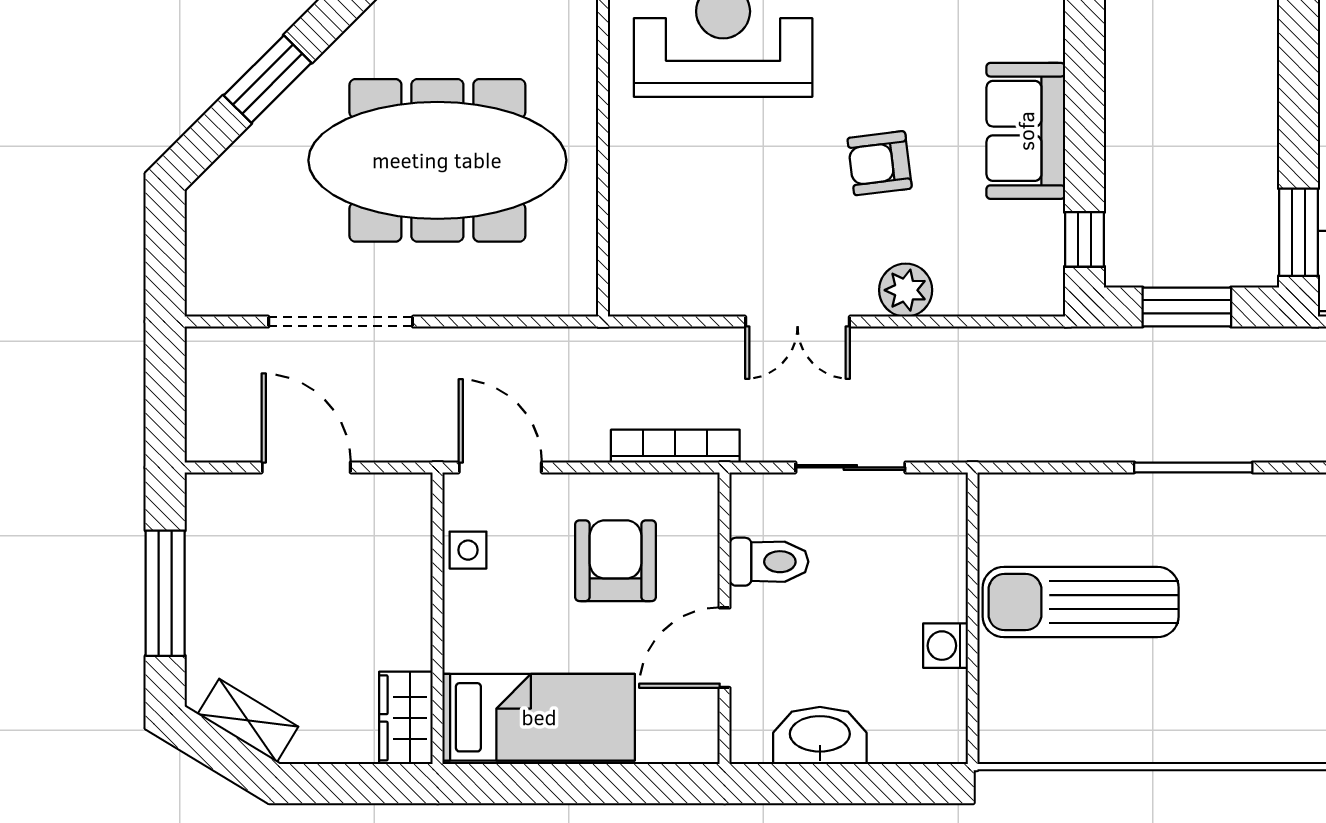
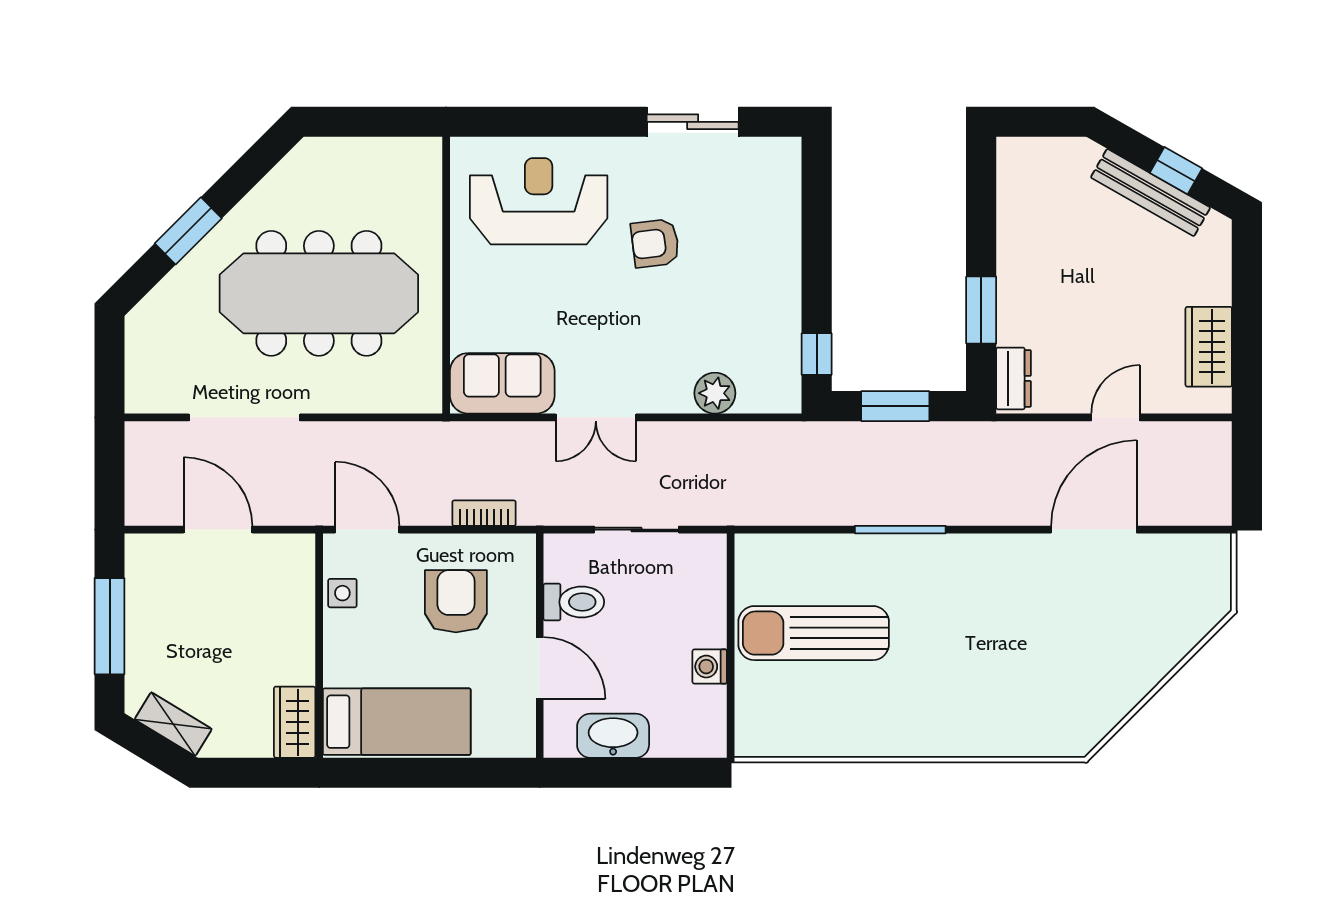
sofa: (1026, 131) -> (502, 383), moved, turned 90
armchair: (880, 163) -> (655, 243), moved
window: (1299, 232) -> (981, 310), moved
plant: (906, 290) -> (715, 393), moved
bookcase: (675, 446) -> (484, 513), width x0.64
door: (725, 648) -> (540, 668), swing flipped

